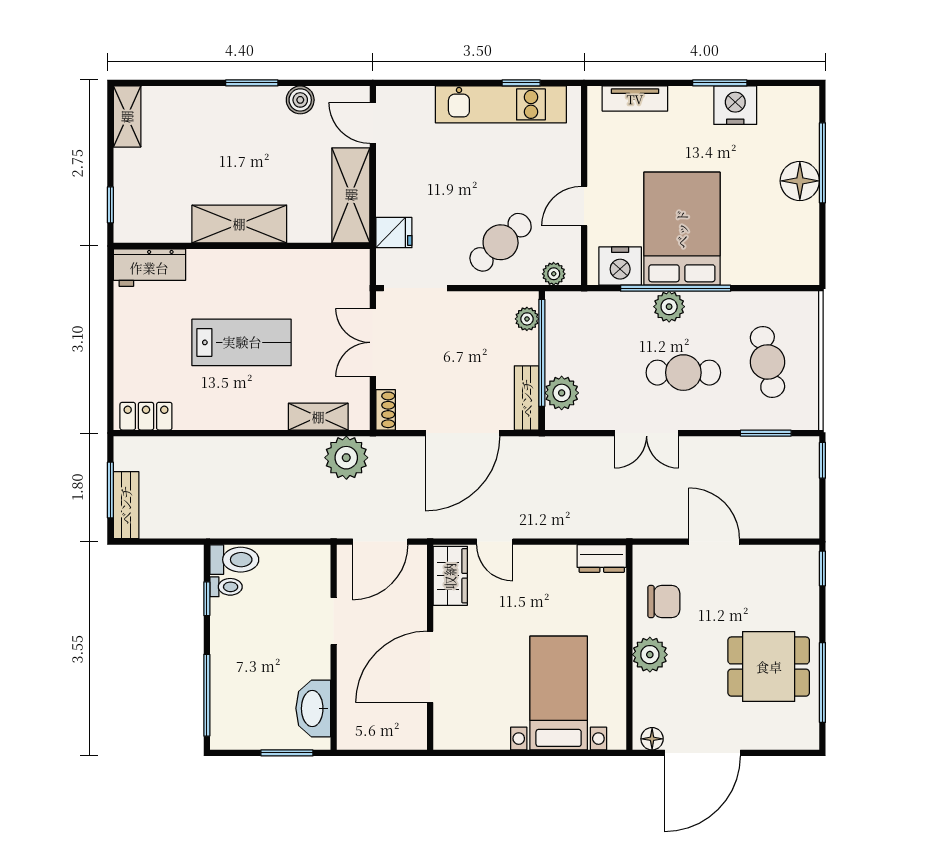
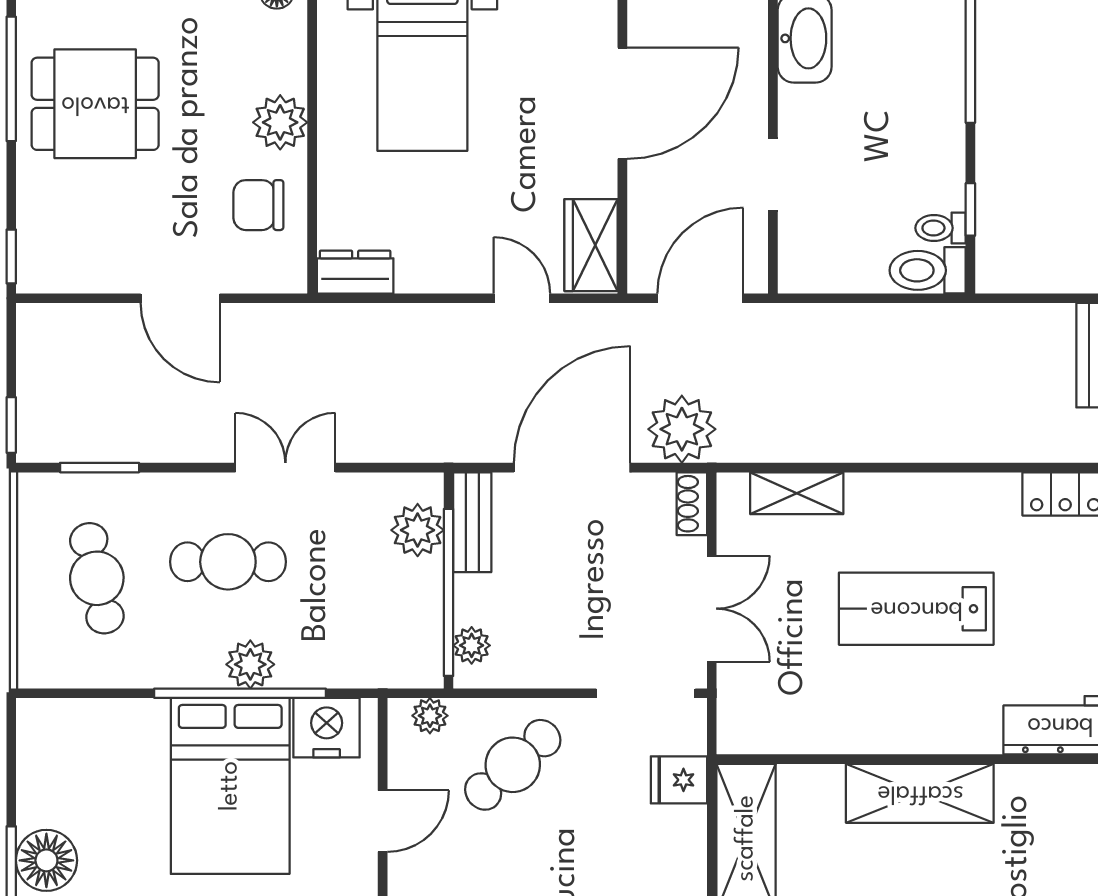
plant: (346, 458) -> (682, 429), moved

